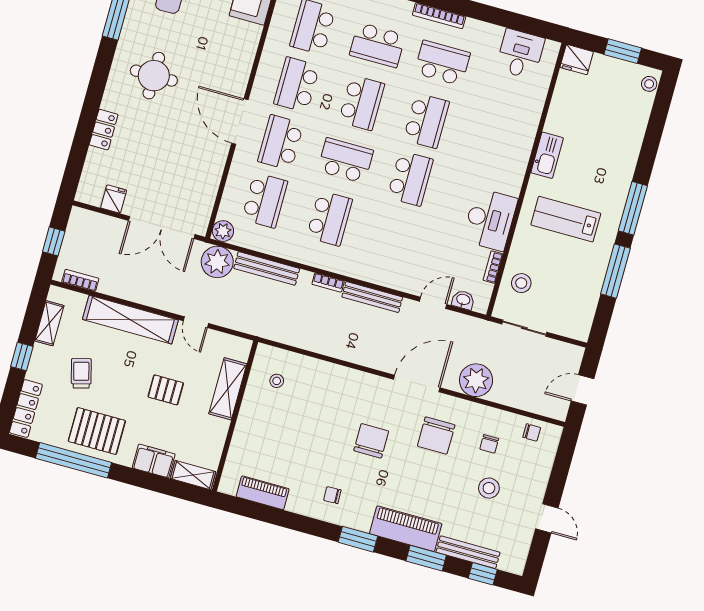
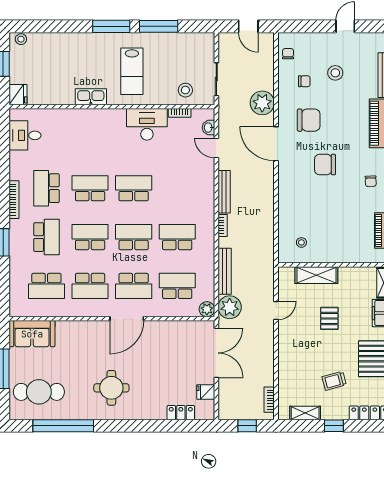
locker: (104, 130) -> (181, 413), moved
school desk: (345, 160) -> (134, 237), turned 90
shelving: (130, 320) -> (287, 357), removed

